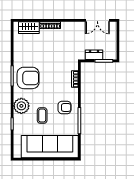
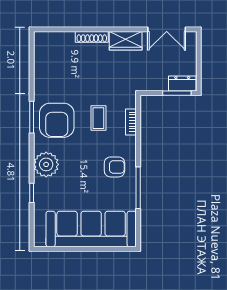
wardrobe: (29, 28) -> (126, 41), moved
dresser: (94, 55) -> (182, 84), moved
armchair: (28, 78) -> (57, 120), turned 90
coffee table: (42, 116) -> (98, 118), moved

